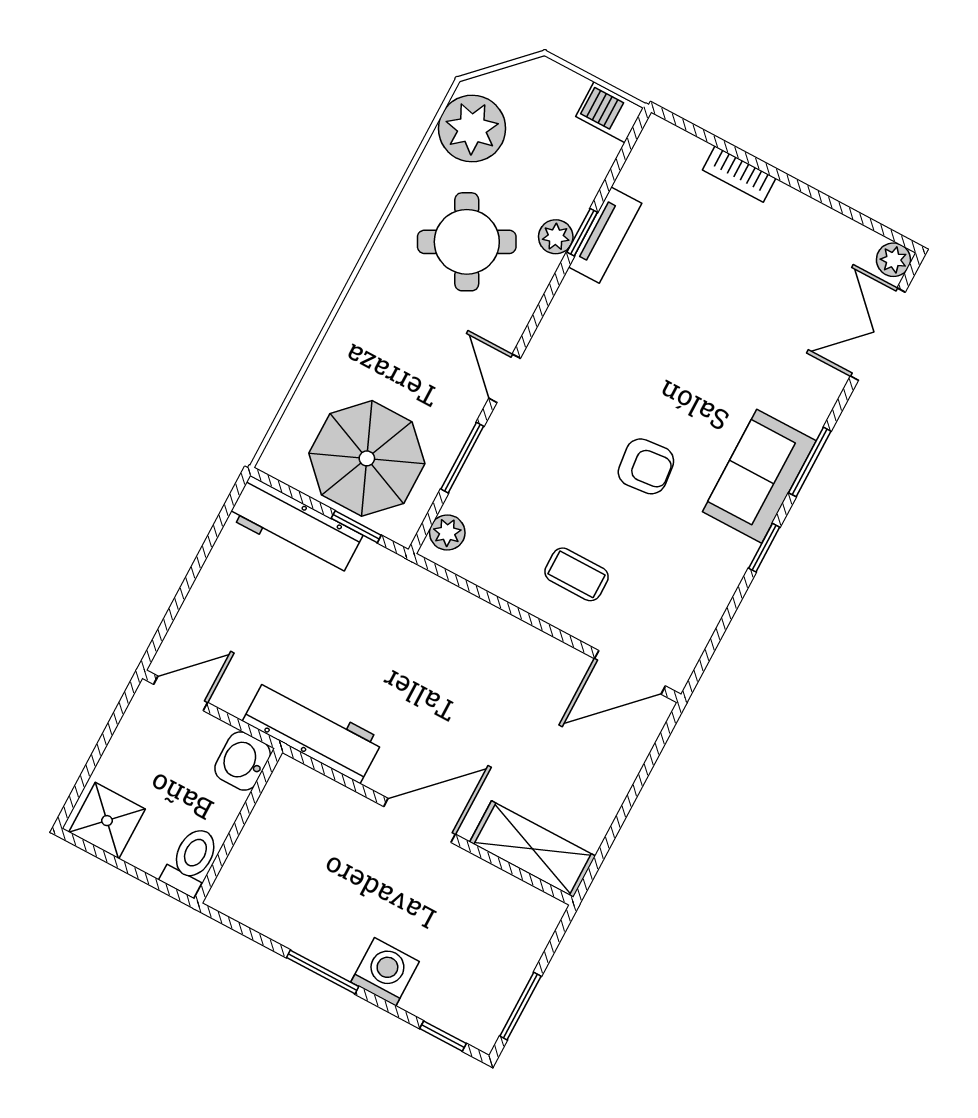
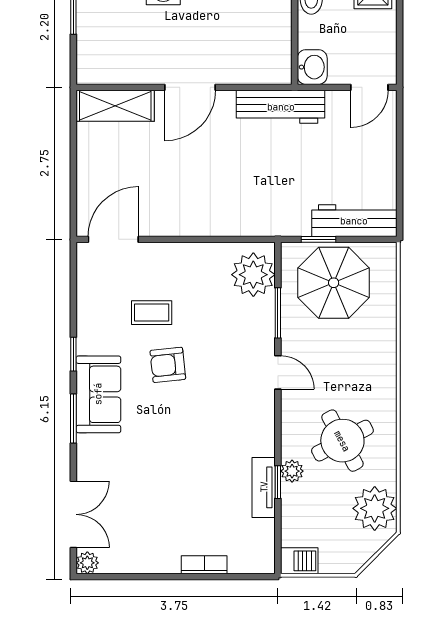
plant: (447, 533) -> (253, 275), width x1.88, depth x1.88
coffee table: (577, 574) -> (152, 313), moved

